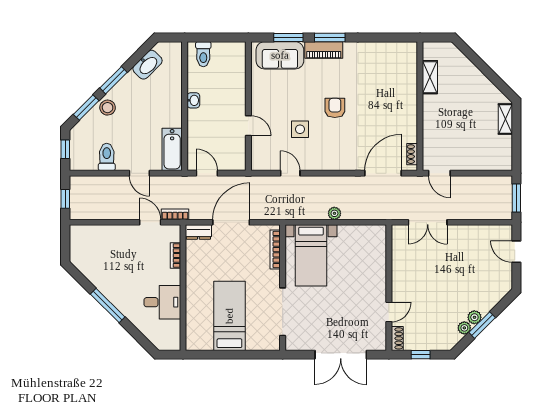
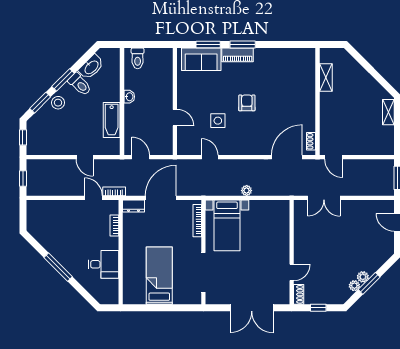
bathtub: (172, 149) -> (112, 120), moved
toilet: (107, 157) -> (80, 84), moved, turned 135

